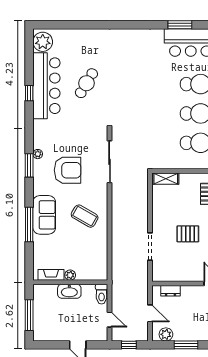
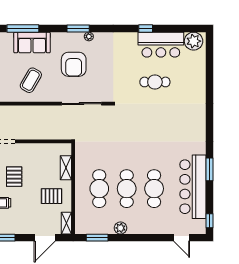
cafe table: (86, 83) -> (155, 82), turned -31
bar counter: (46, 86) -> (161, 45), width x0.73
shelving: (166, 179) -> (66, 168), moved

